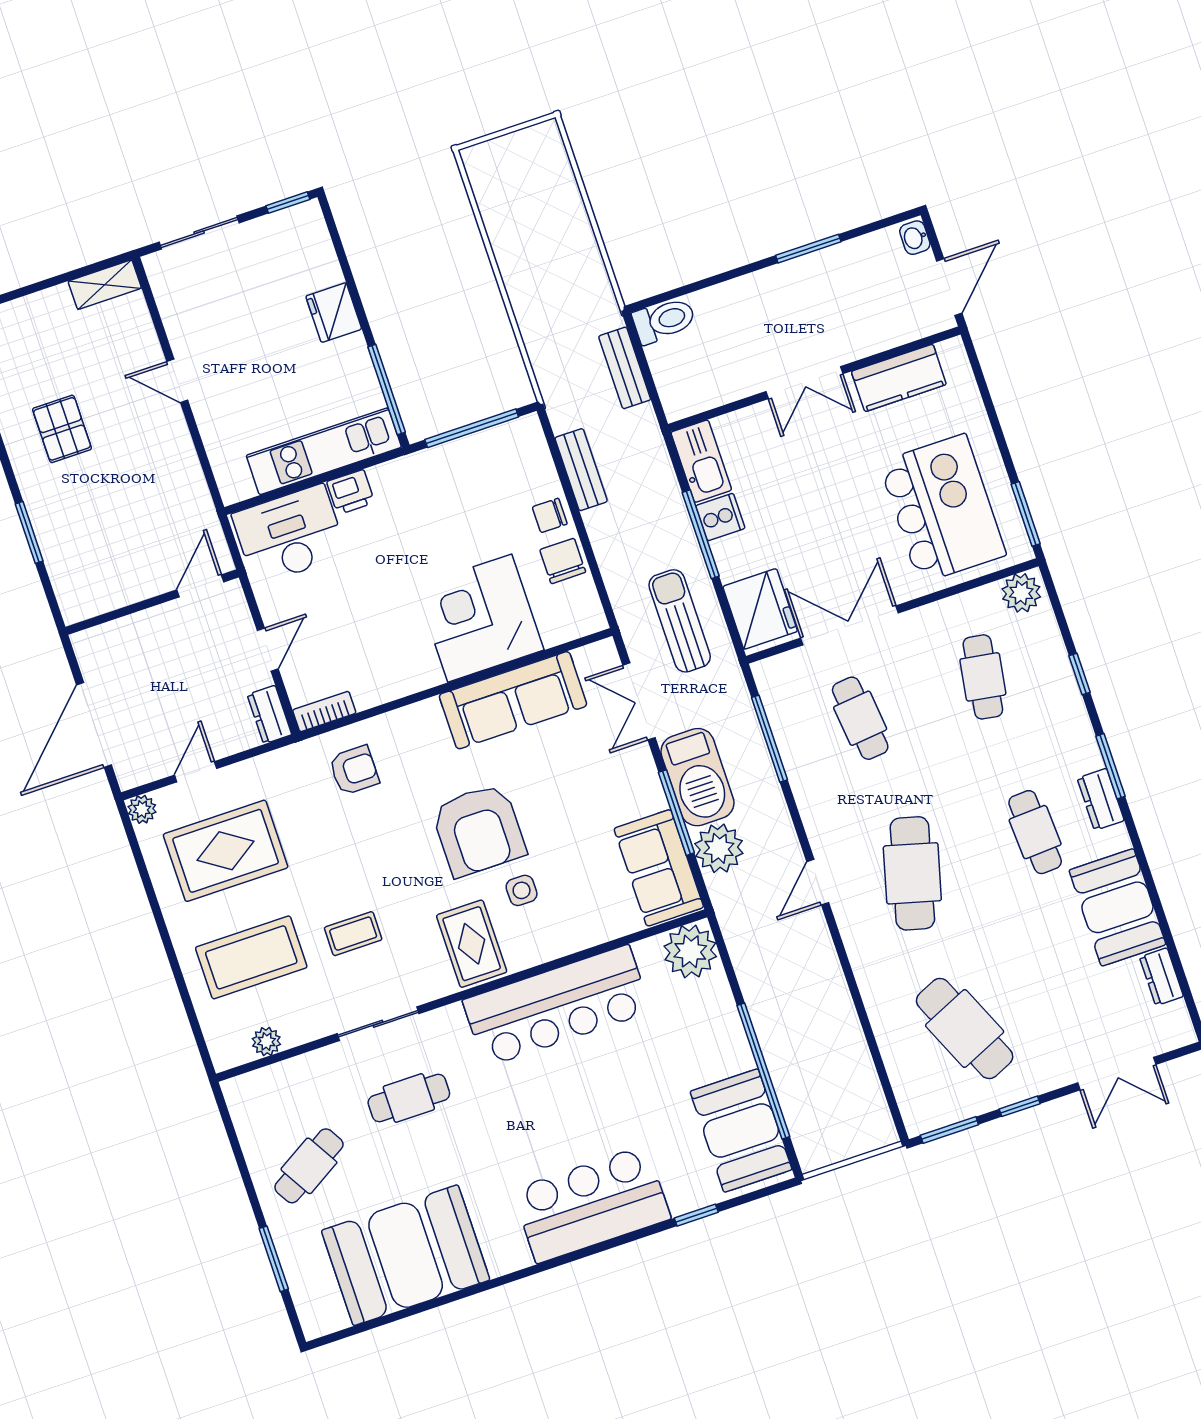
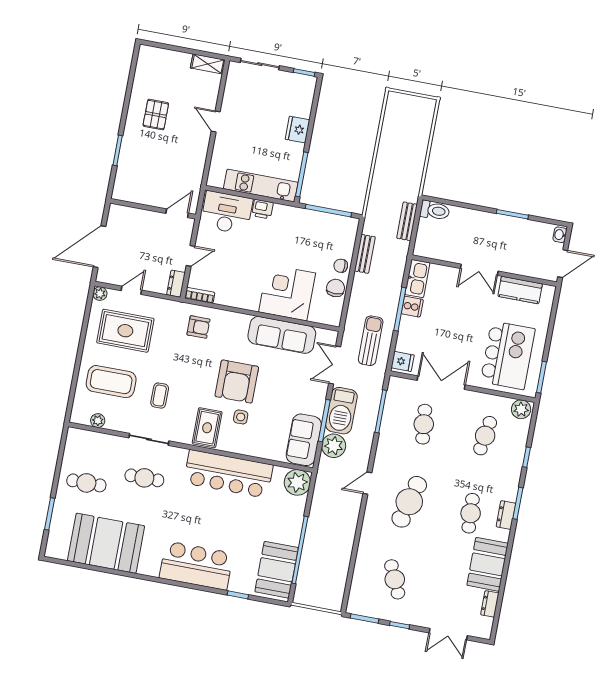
fridge: (760, 609) -> (403, 361), width x0.53, depth x0.75
coffee table: (353, 934) -> (160, 396), turned 90
cafe table: (965, 1028) -> (395, 579), width x0.73, depth x0.74
cafe table: (309, 1166) -> (86, 483), turned 31

